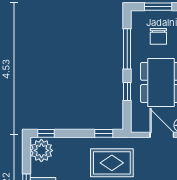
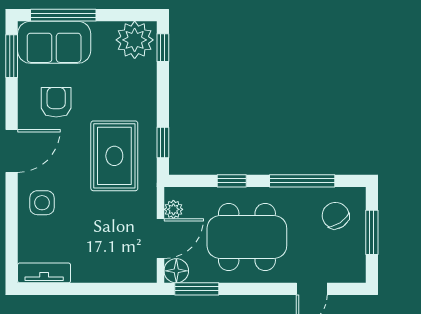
chair: (158, 36) -> (336, 216), moved, turned 56
plant: (144, 127) -> (173, 209), added

